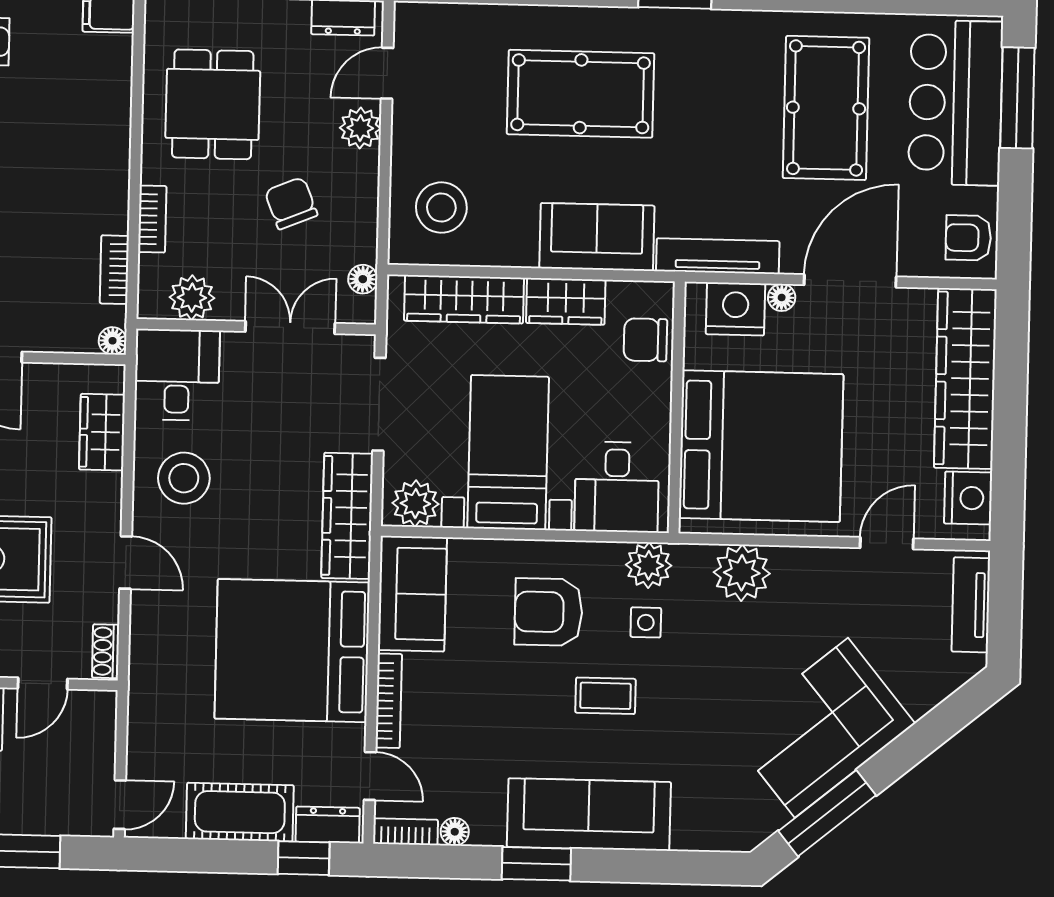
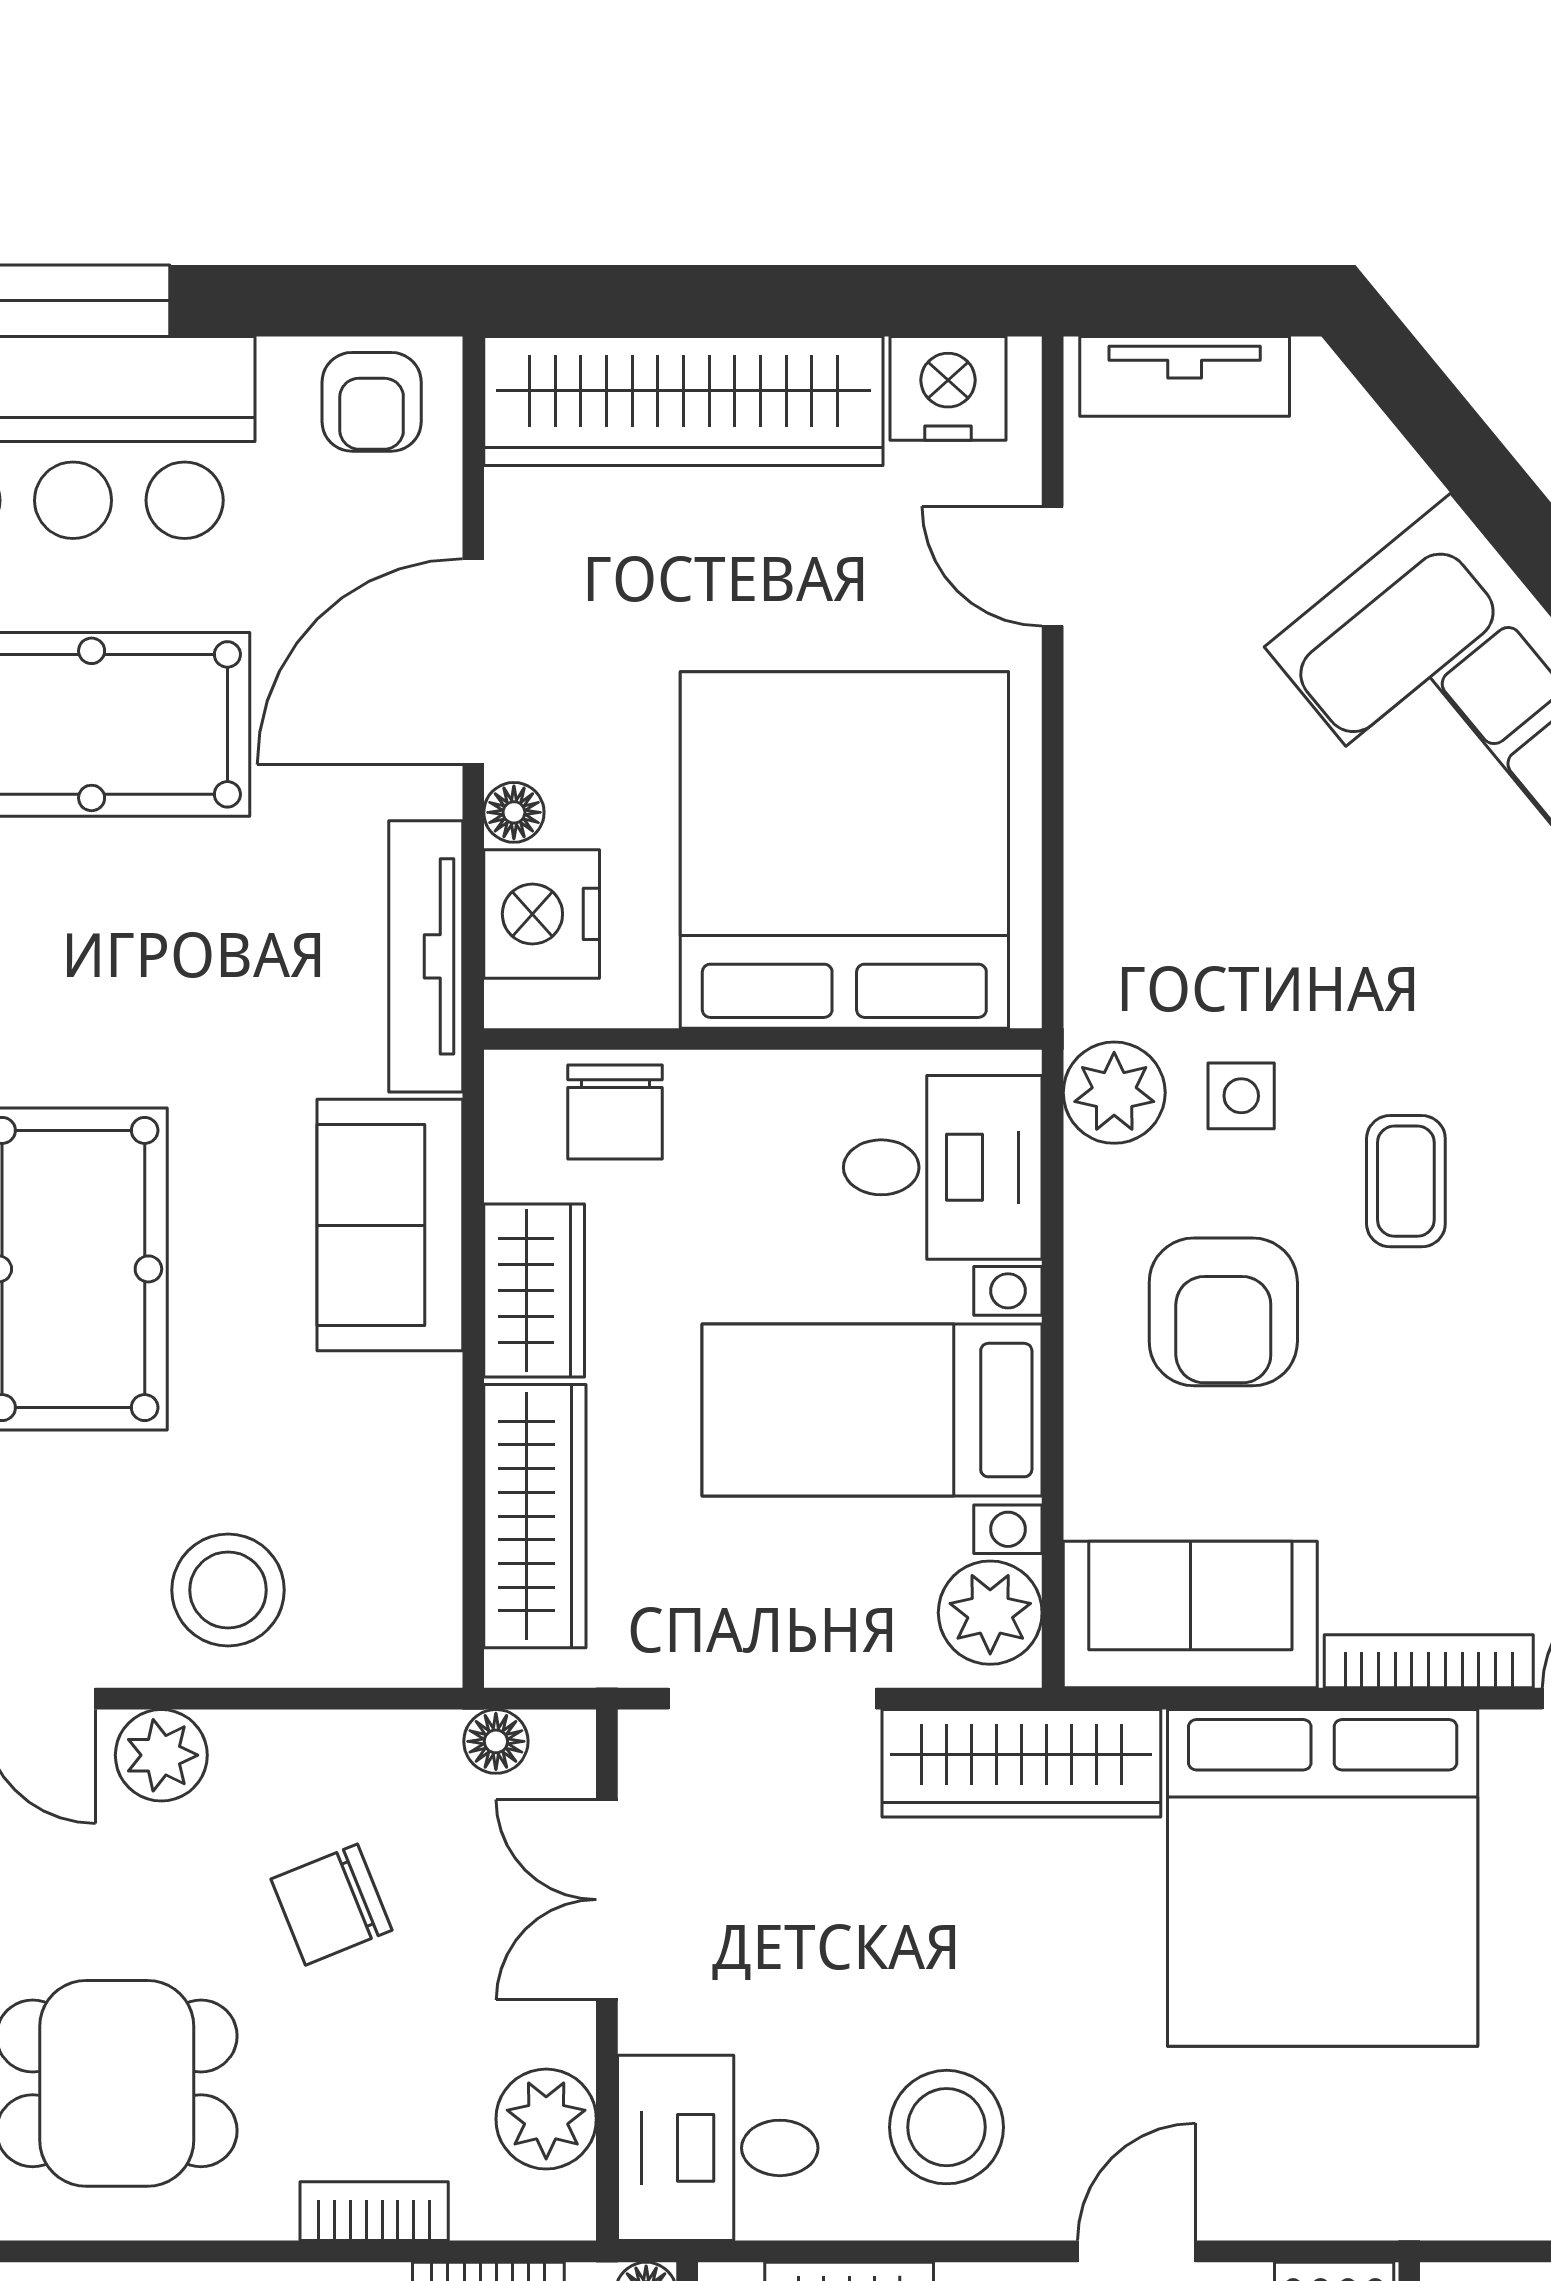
stool: (441, 208) -> (228, 1590), moved
door: (850, 281) -> (473, 662), hinge flipped
plant: (742, 573) -> (1126, 886), removed

